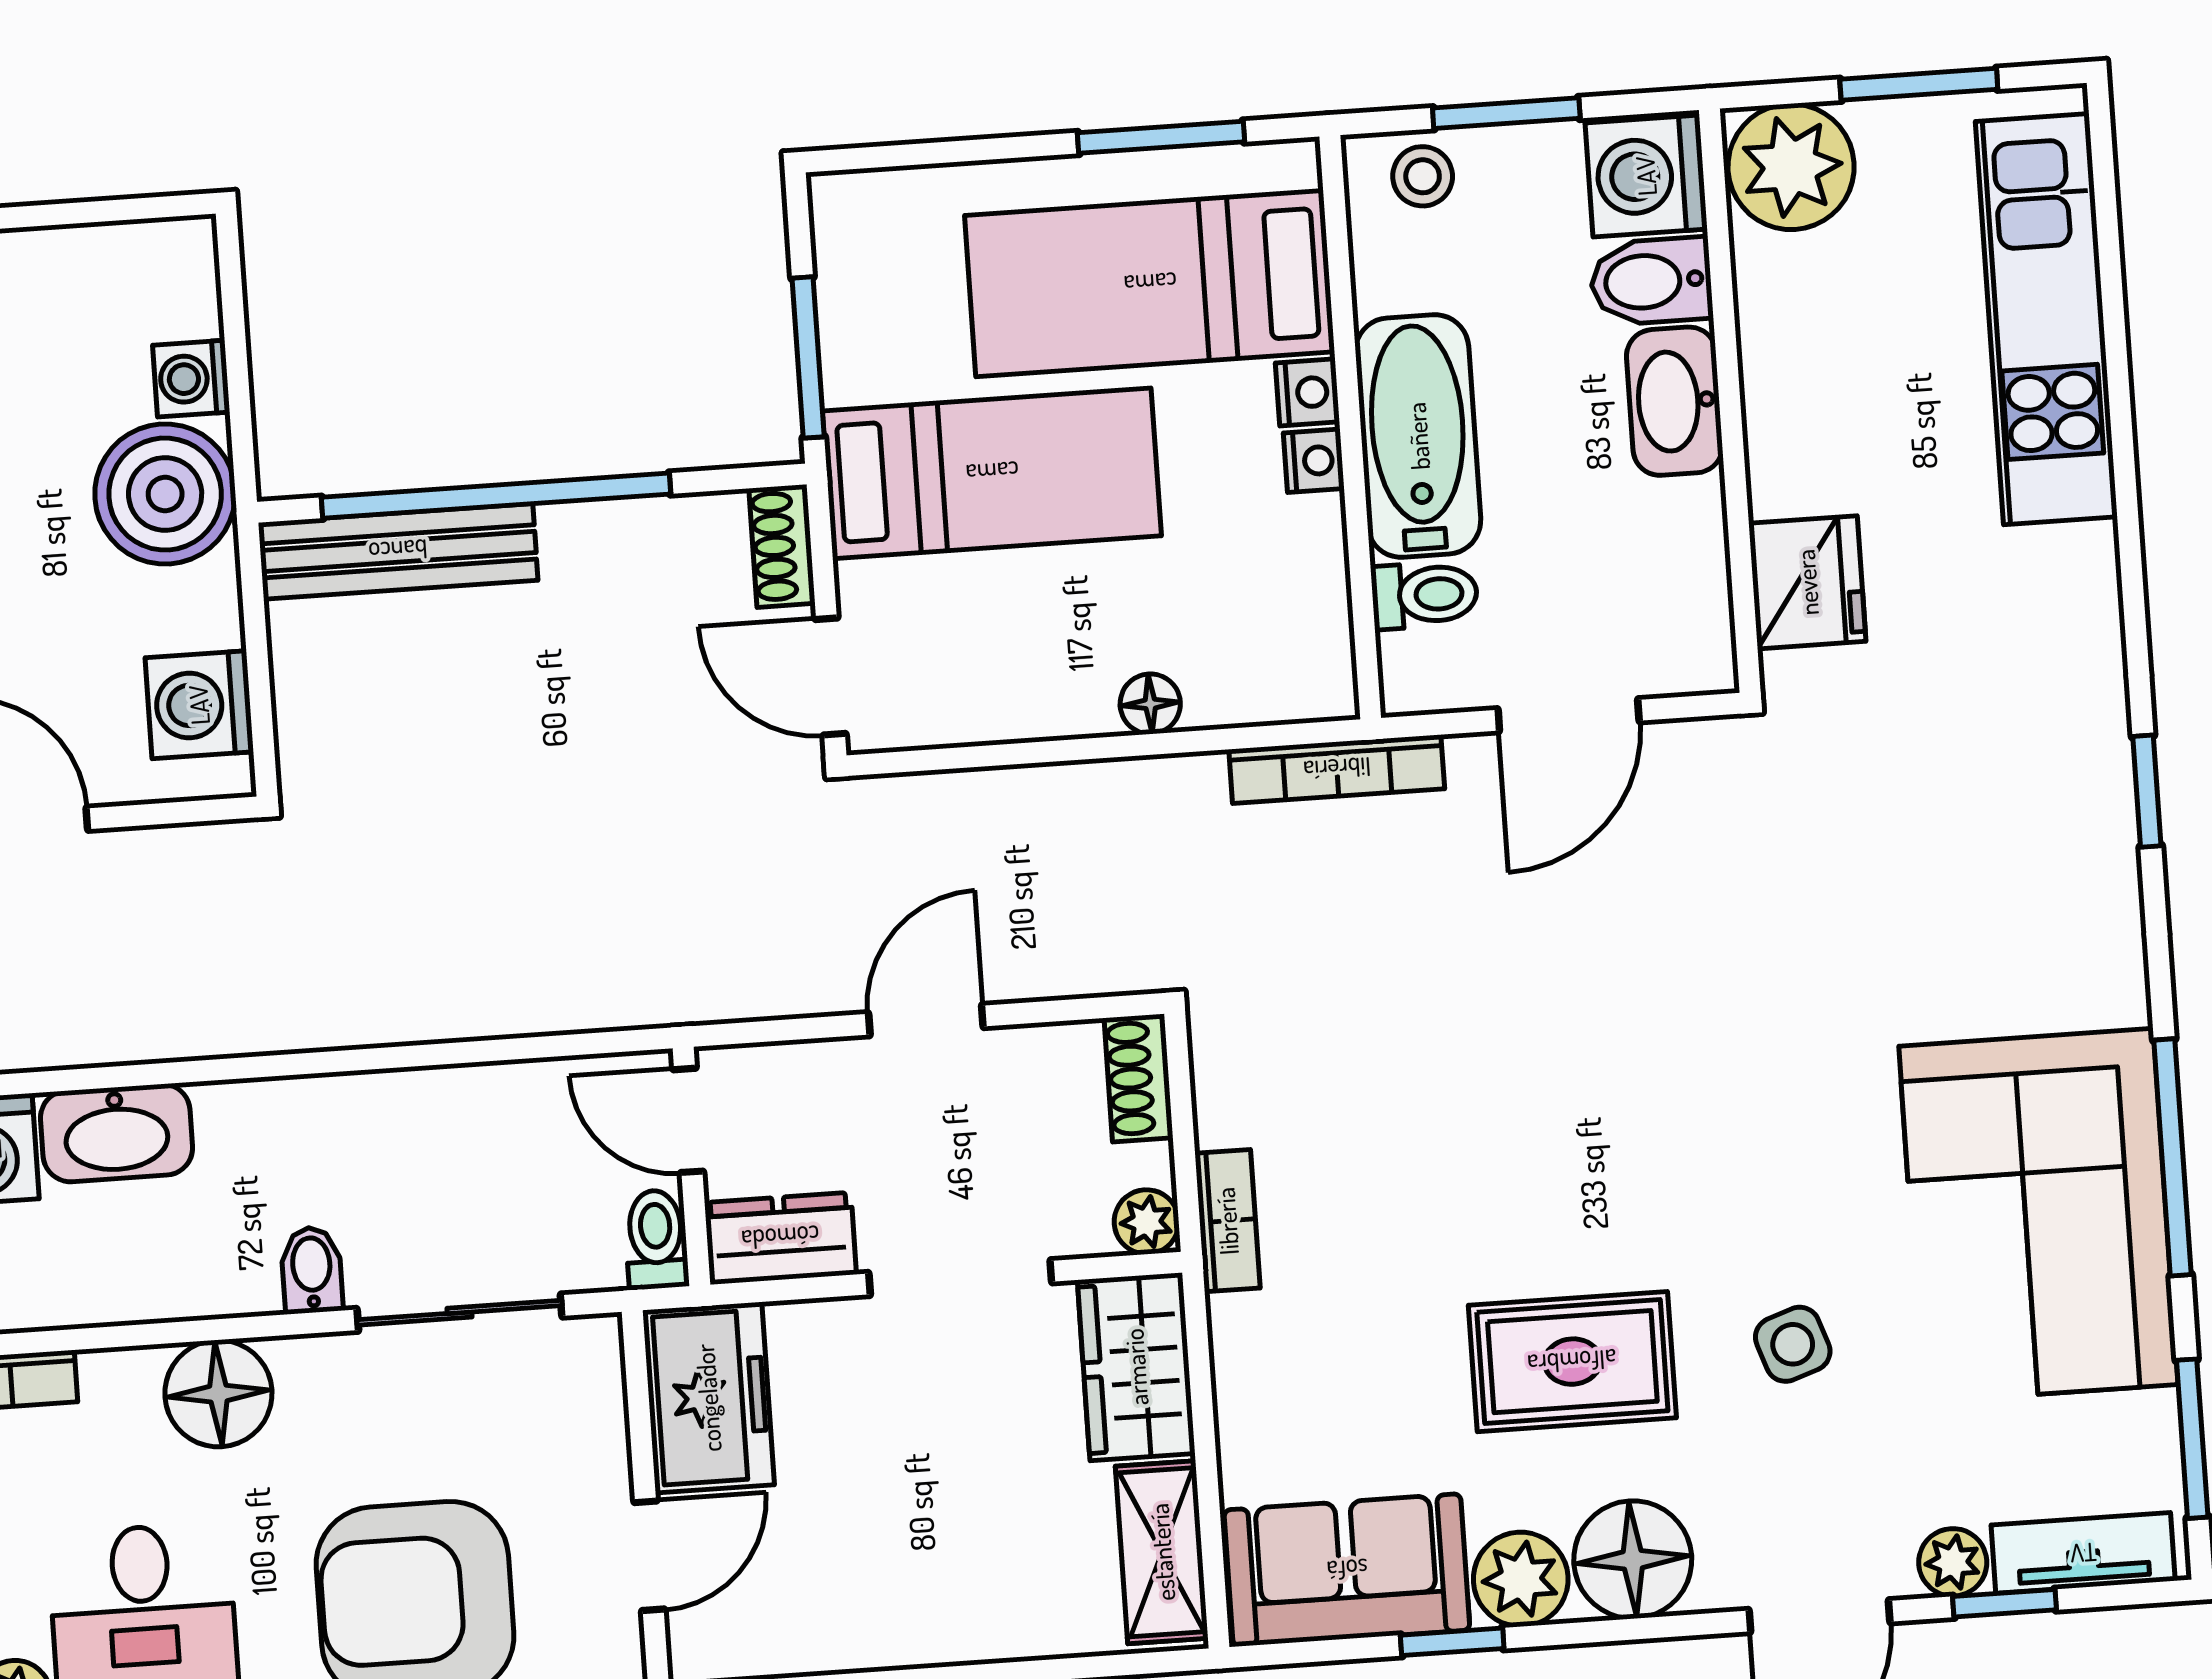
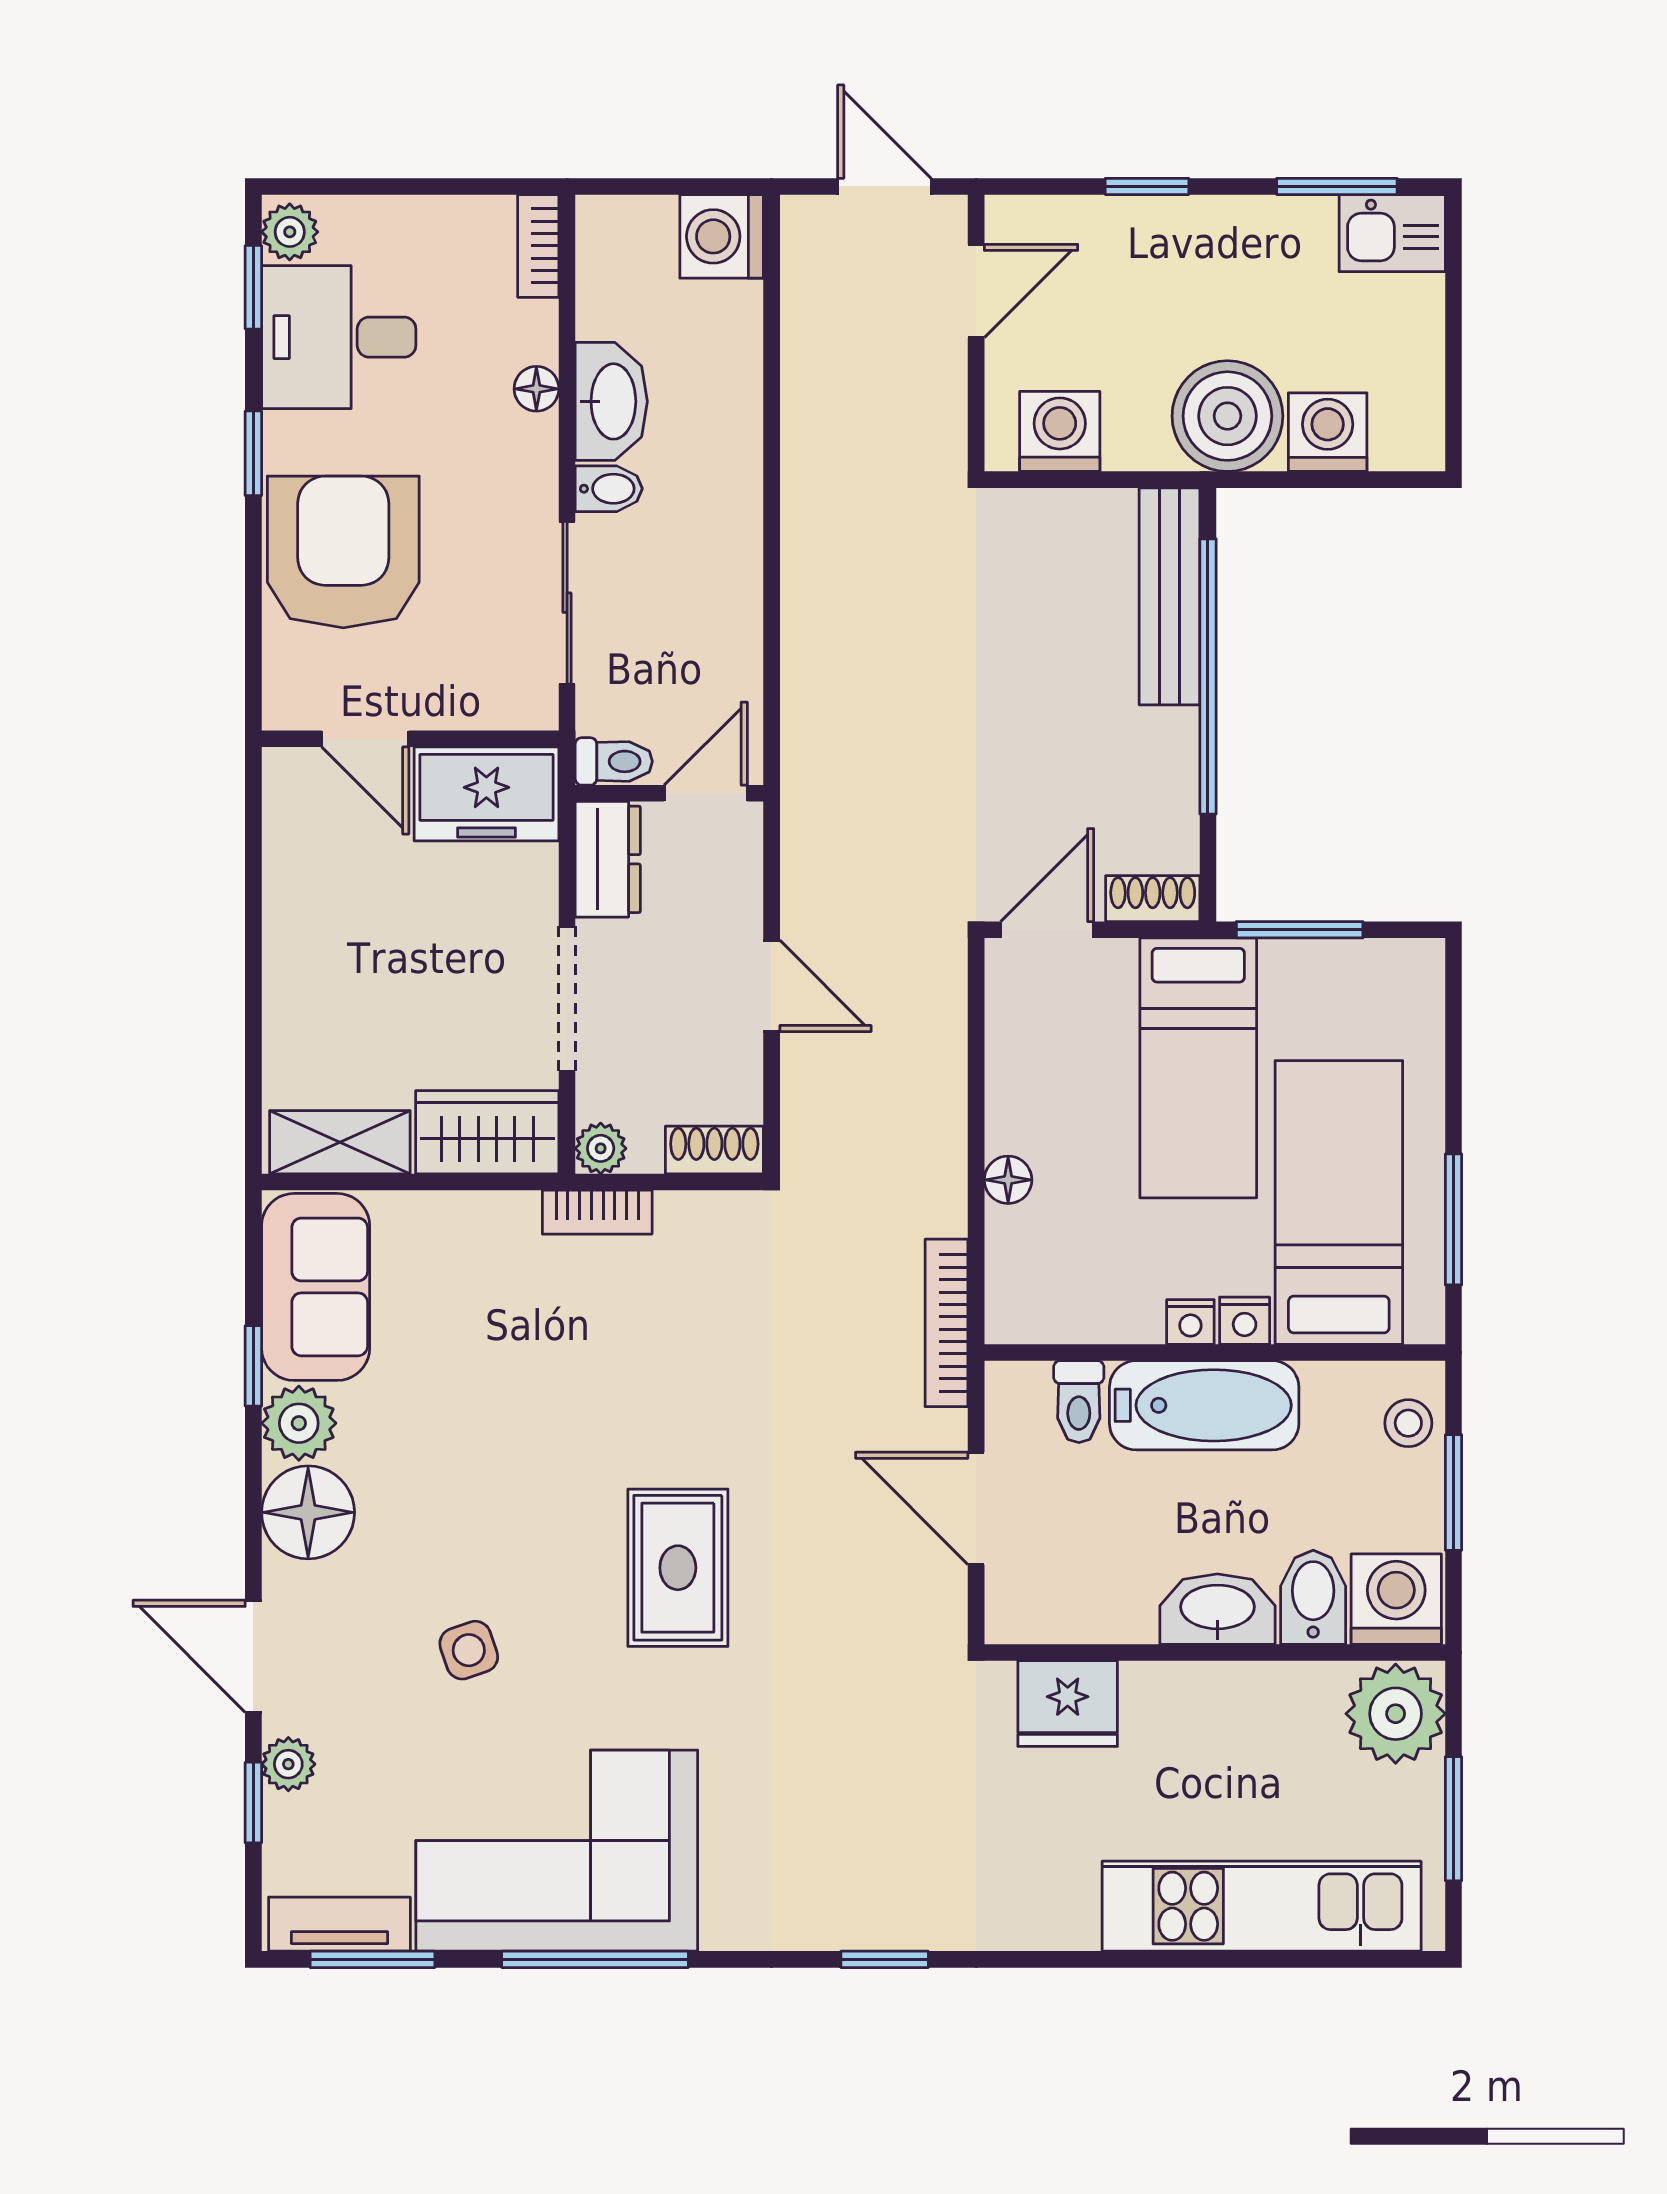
washing machine: (191, 379) -> (1328, 432), width x1.38, depth x1.38
washbasin: (117, 1133) -> (611, 401), moved, turned 180
rug: (1572, 1362) -> (678, 1568), moved
floor lamp: (218, 1394) -> (536, 389), width x0.53, depth x0.53
tv unit: (2083, 1553) -> (339, 1924), moved, turned -90

